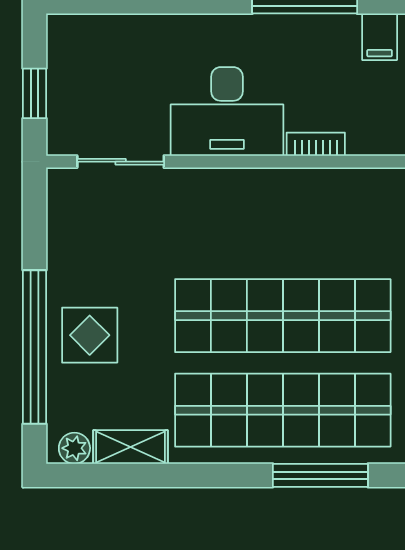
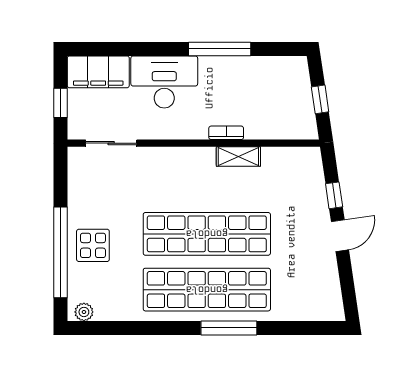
filing cabinet: (380, 37) -> (98, 72), moved, width x3.00, depth x1.17
desk: (227, 111) -> (164, 82), moved, turned 180
shelving: (130, 447) -> (238, 156), moved

